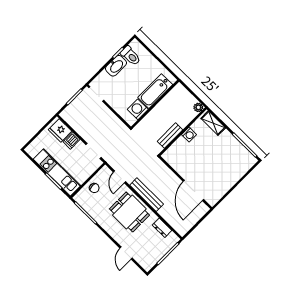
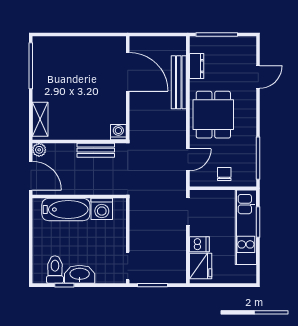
door: (190, 90) -> (31, 176), added
washing machine: (189, 135) -> (118, 132), moved
door: (193, 190) -> (128, 72), hinge flipped
bench: (147, 195) -> (179, 82), moved

